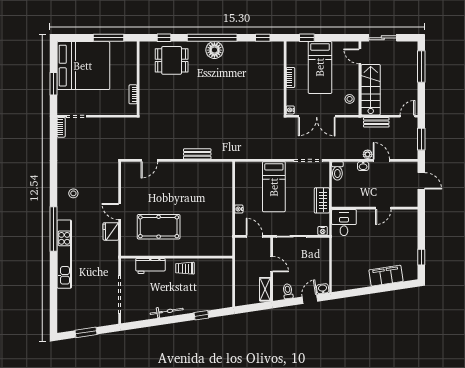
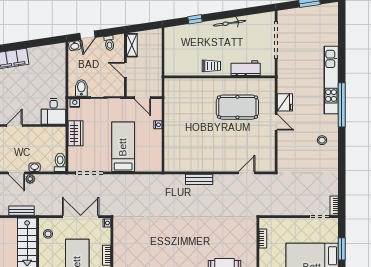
bidet: (316, 246) -> (81, 88), added

